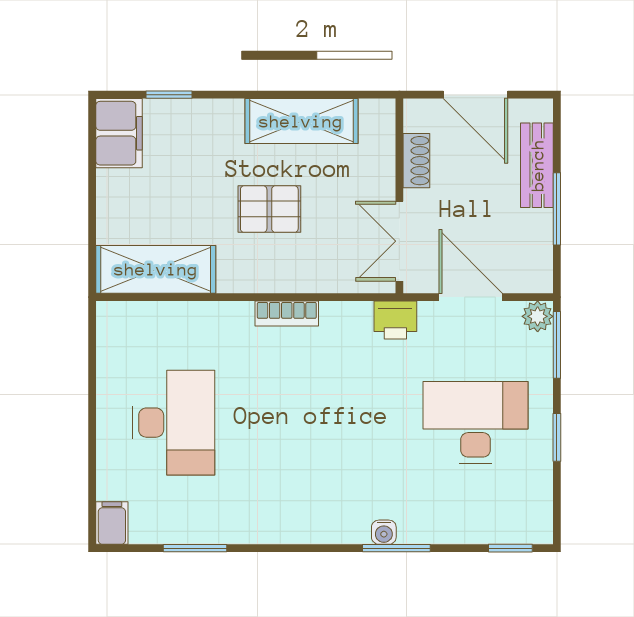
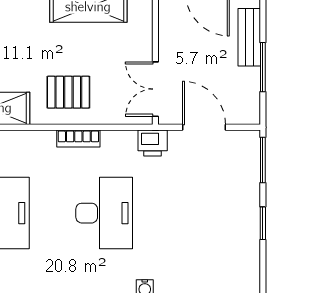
shoe rack: (416, 161) -> (167, 34), removed
pallet: (269, 209) -> (68, 92), moved
plant: (538, 316) -> (250, 140), removed
desk: (476, 423) -> (104, 213), moved, turned 90

